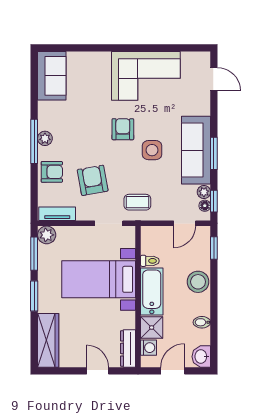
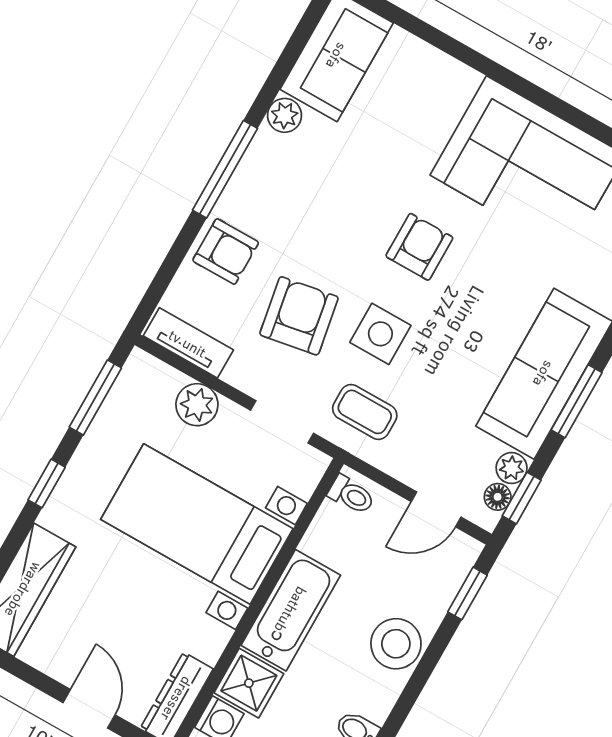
plant: (45, 138) -> (285, 115), moved
side table: (152, 150) -> (380, 334), moved
plant: (47, 235) -> (197, 405), moved
toilet: (150, 261) -> (351, 495), moved
window: (34, 296) -> (47, 483), width x0.67

